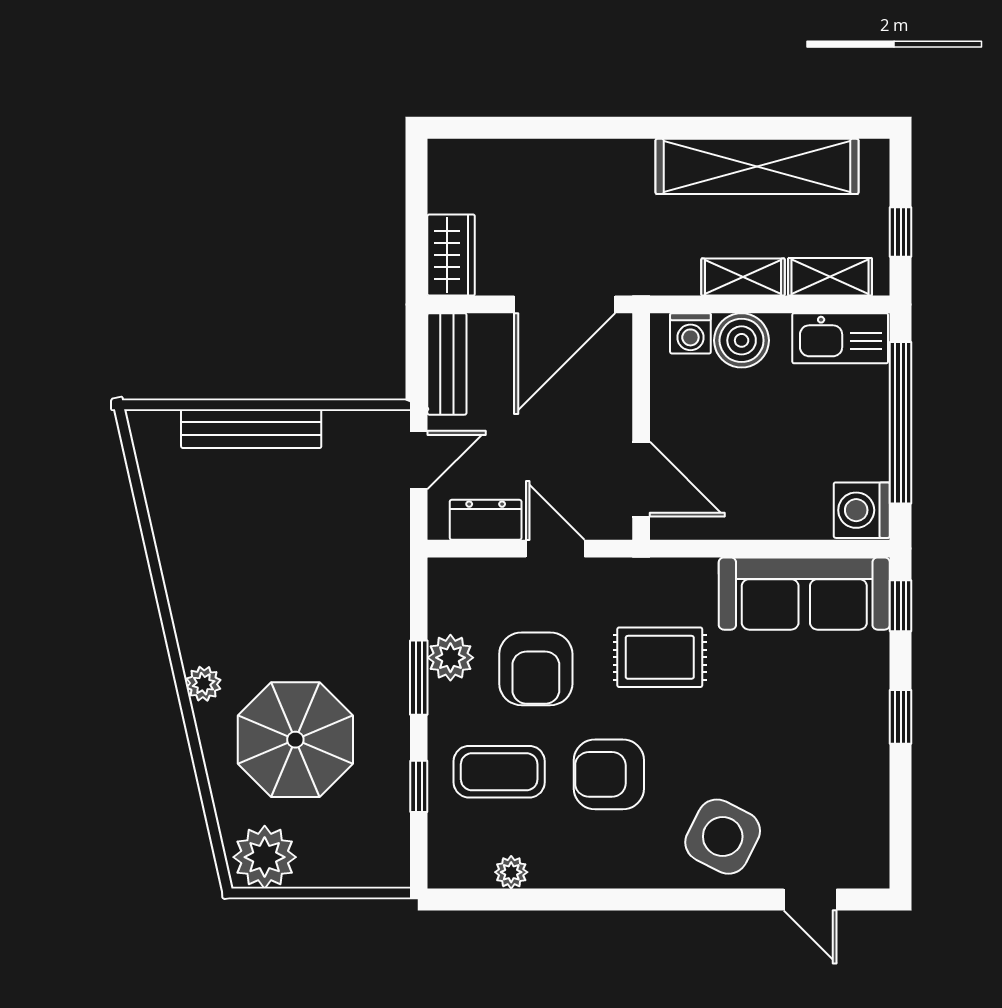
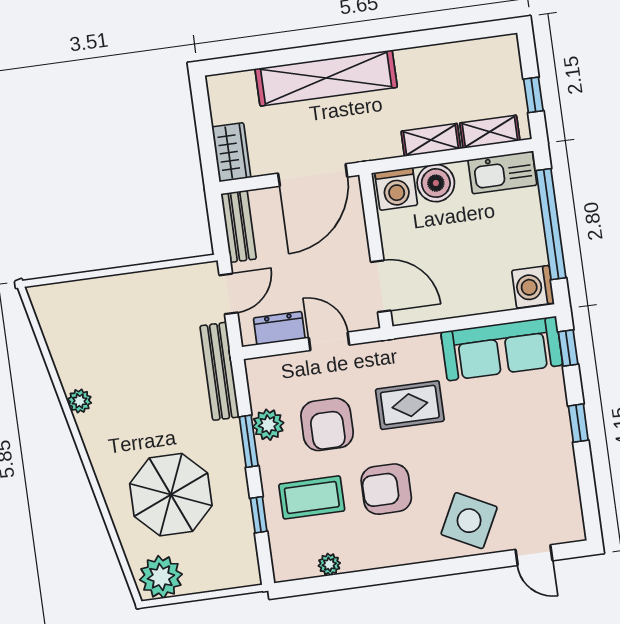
shelving: (757, 166) -> (326, 78), moved
washing machine: (690, 333) -> (396, 189), width x1.38, depth x1.38
bench: (251, 429) -> (220, 371), moved, turned 90
plant: (204, 684) -> (80, 401), moved

